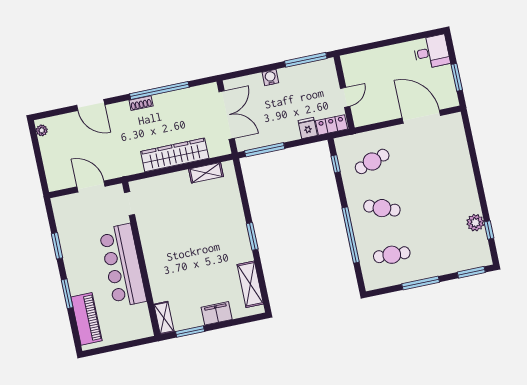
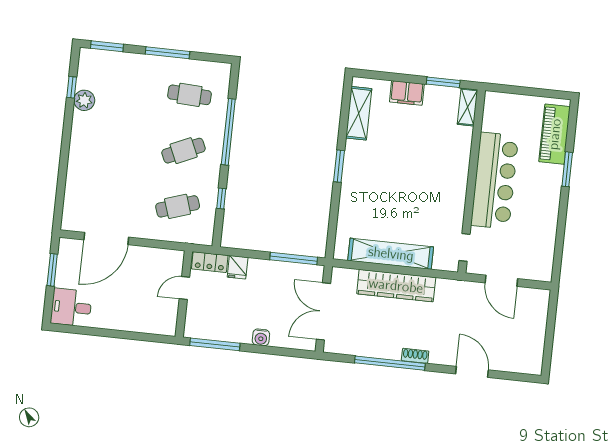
door: (421, 117) -> (106, 238), hinge flipped
plant: (42, 130) -> (536, 361), removed
window: (336, 164) -> (221, 198), moved
shelving: (206, 173) -> (391, 254), width x2.20, depth x1.33
cafe table: (382, 208) -> (184, 151), turned -45
window: (57, 246) -> (561, 227), removed

